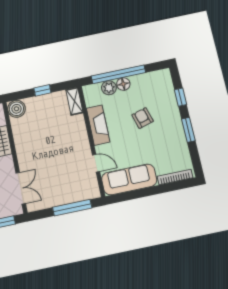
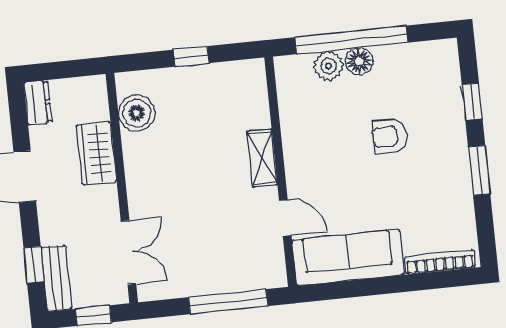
shelving: (74, 101) -> (262, 158), moved
boiler: (16, 109) -> (137, 113), moved
armchair: (143, 118) -> (390, 136), turned -74
fireplace: (98, 125) -> (298, 141), removed

